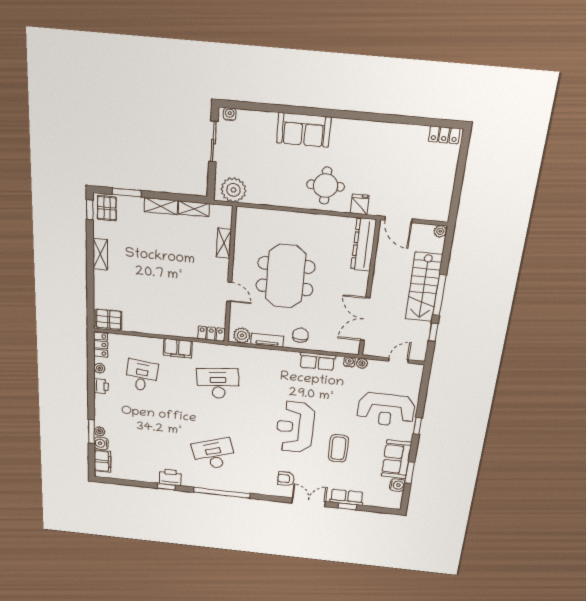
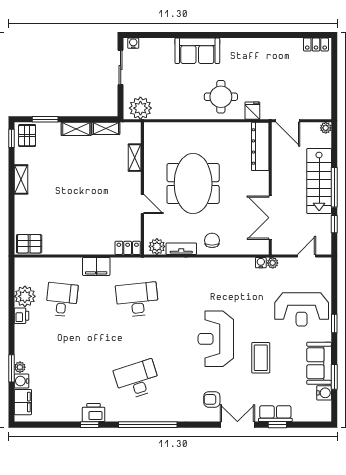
locker: (101, 345) -> (21, 271), removed
row of seats: (317, 361) -> (231, 265), removed
plant: (99, 368) -> (25, 296), width x1.87, depth x1.87

